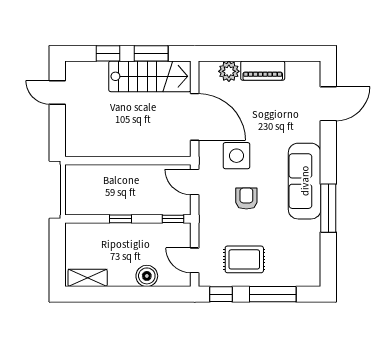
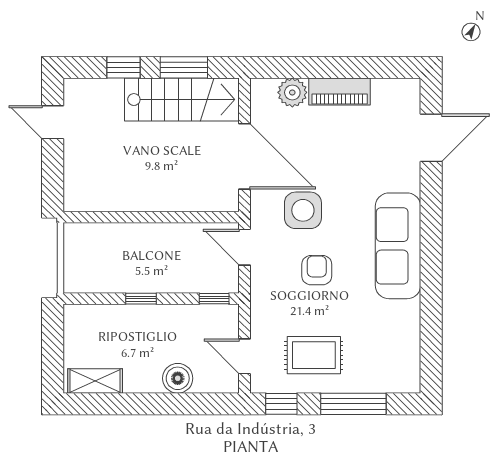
window: (328, 208) -> (431, 284), removed

